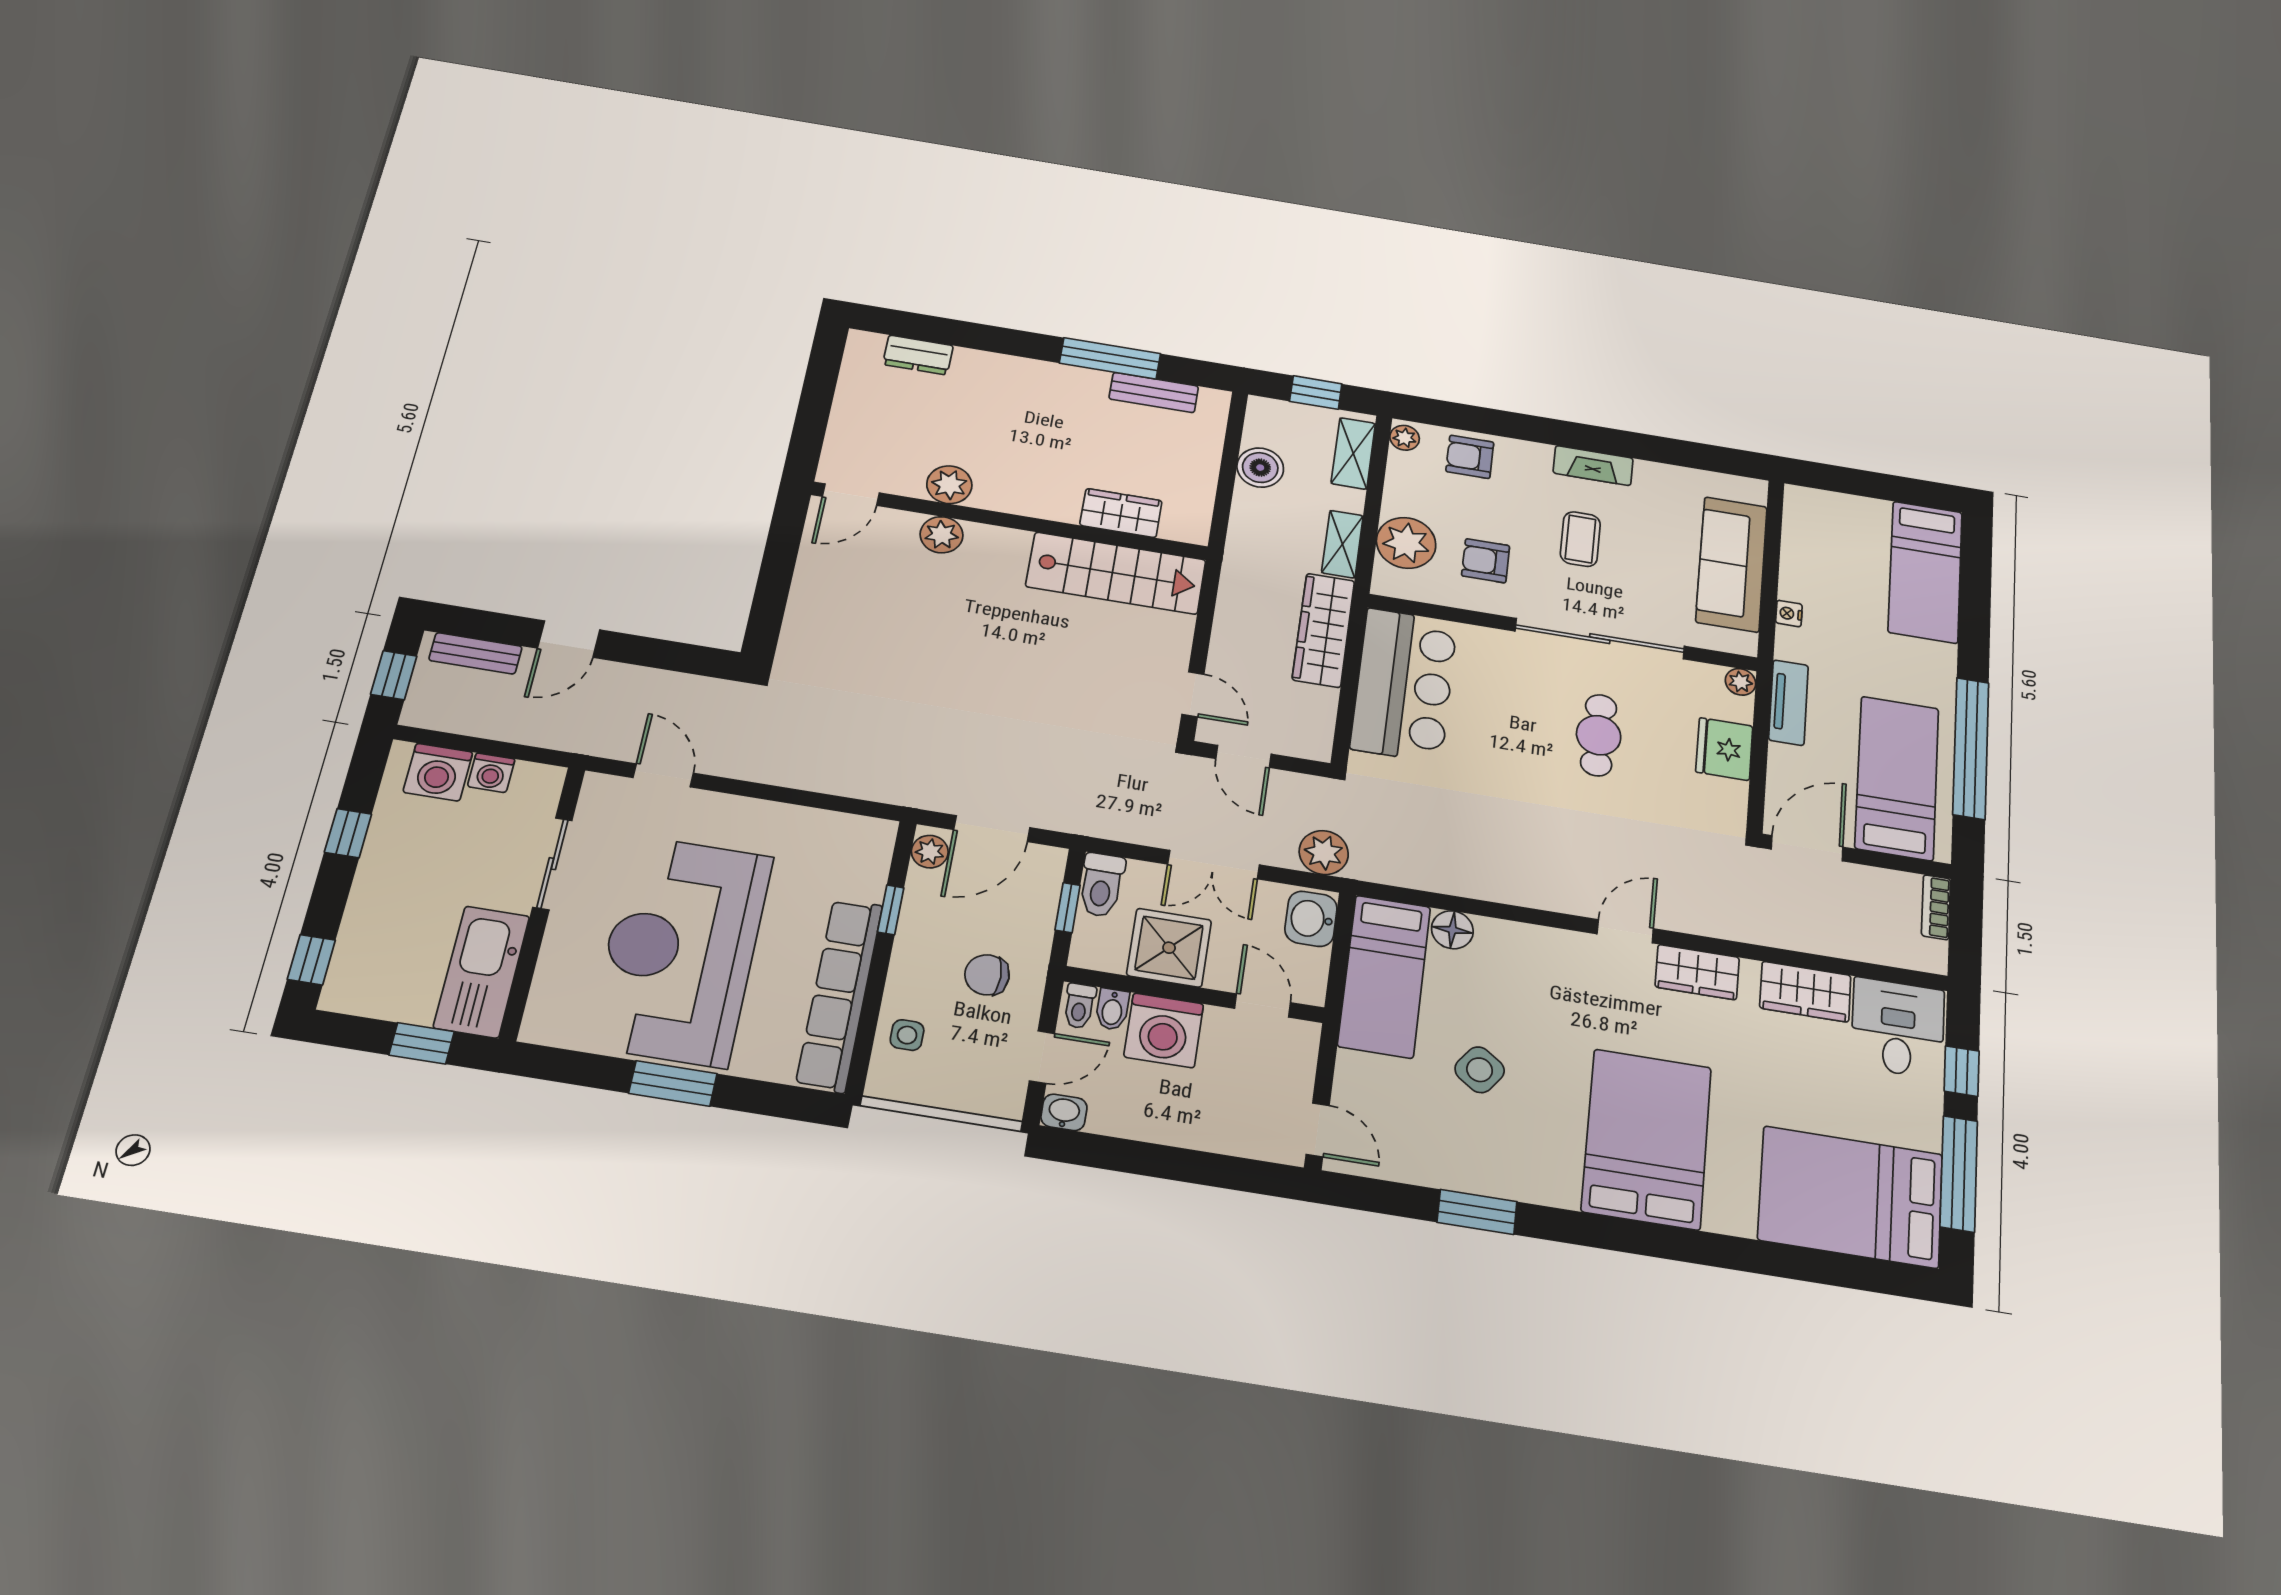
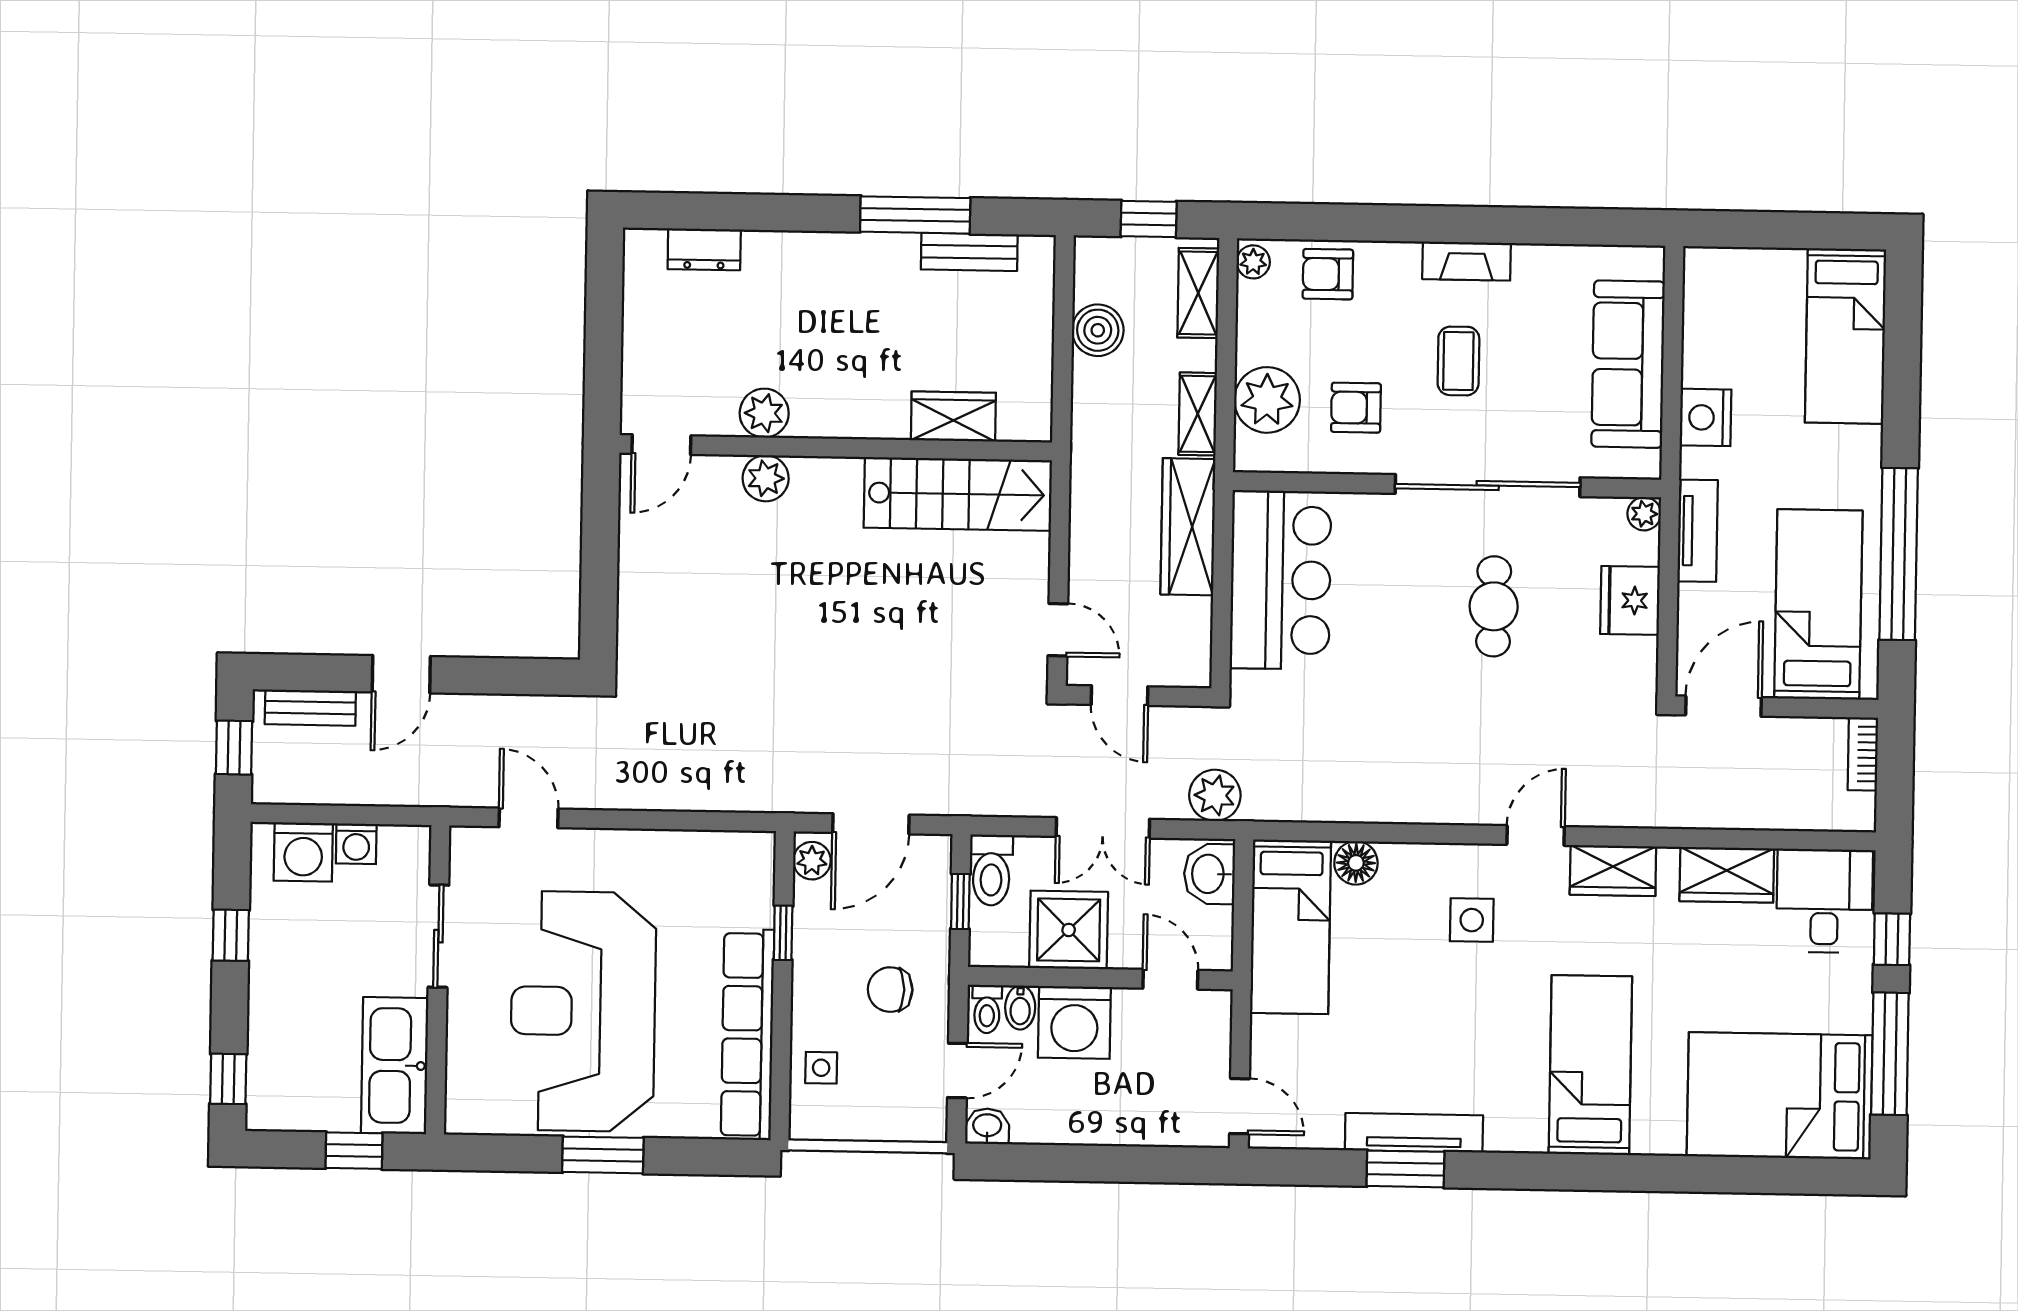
nightstand: (1789, 614) -> (1706, 417), width x1.89, depth x1.79
side table: (1480, 1070) -> (1472, 920), moved, turned -36
bed: (1647, 1139) -> (1590, 1065), width x0.67
tv unit: (1488, 1179) -> (1414, 1133), added

